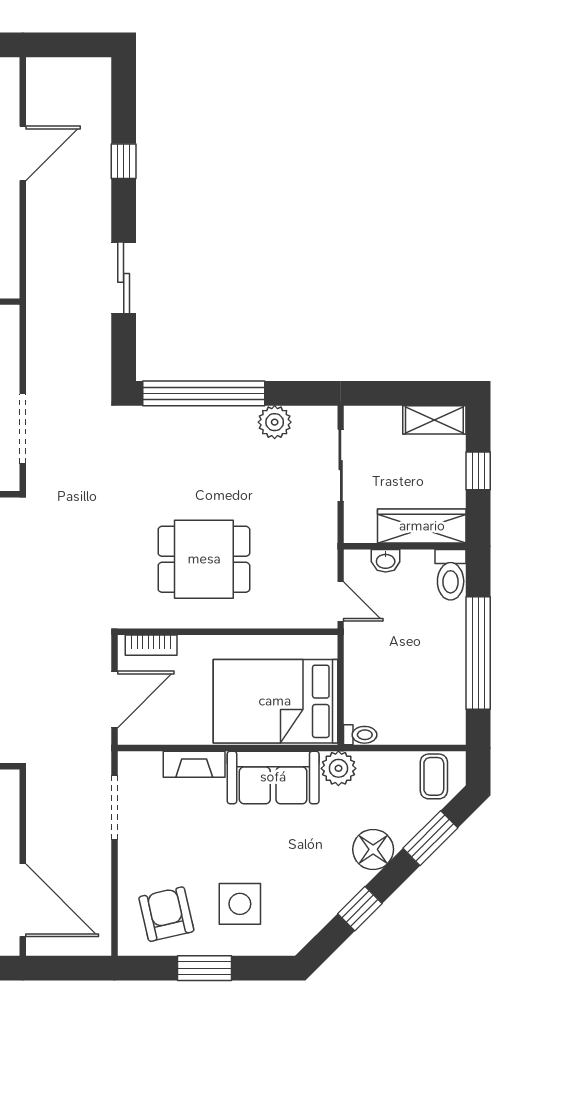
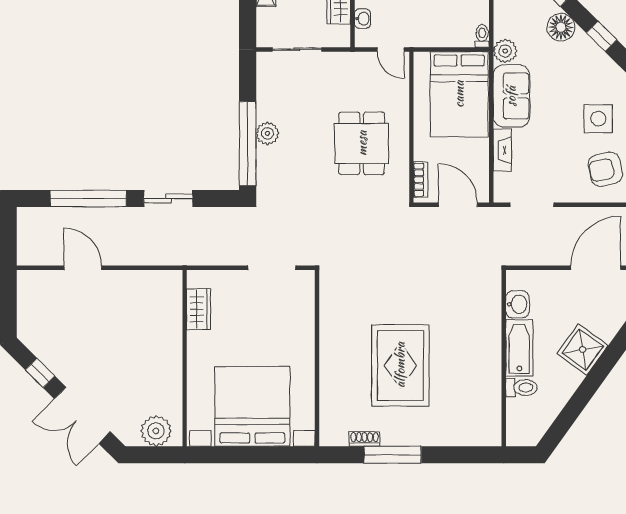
window: (124, 161) -> (88, 199), width x3.17
plant: (275, 422) -> (267, 133), moved
door: (341, 602) -> (391, 49), swing flipped

